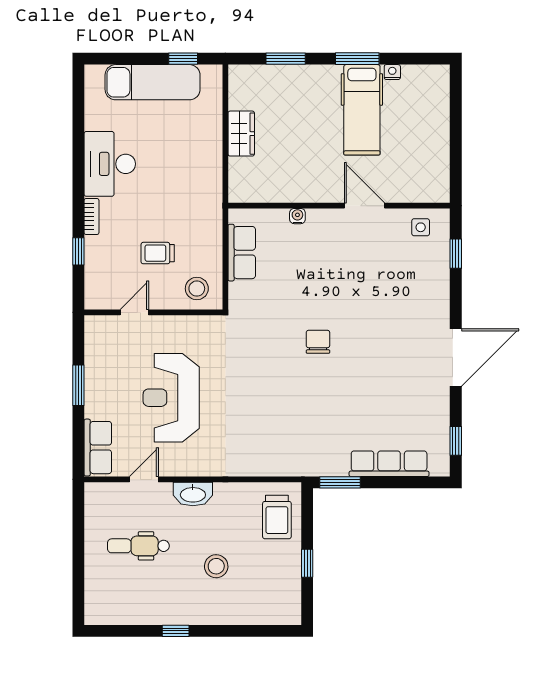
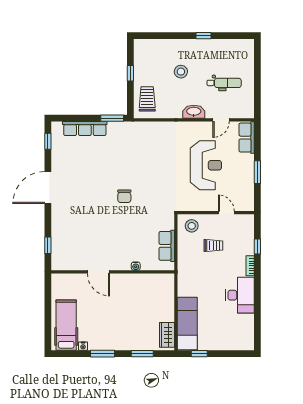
exam couch: (153, 82) -> (187, 324), moved, turned 90
hospital bed: (362, 110) -> (66, 325), moved
wardrobe: (241, 134) -> (167, 335), moved
side table: (421, 227) -> (67, 260), removed
door: (134, 312) -> (226, 213), swing flipped

